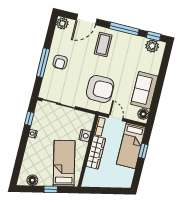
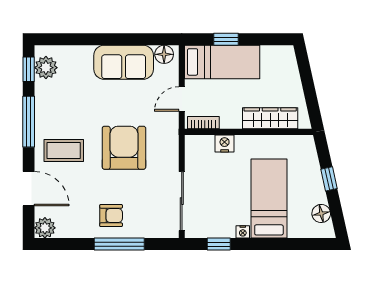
armchair: (100, 89) -> (124, 148), moved
wardrobe: (96, 152) -> (270, 118), moved
bed: (64, 163) -> (269, 199), moved, turned 103

